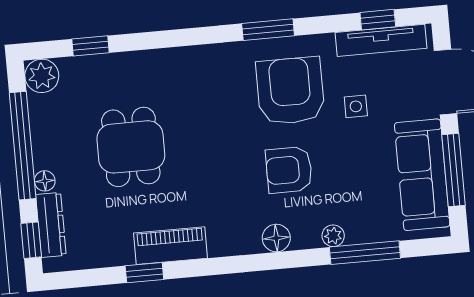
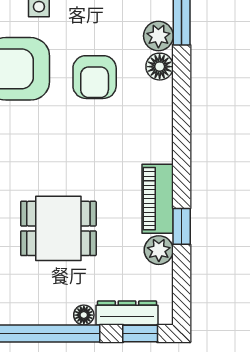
plant: (333, 236) -> (158, 36), width x1.38, depth x1.38
floor lamp: (276, 238) -> (160, 67), moved
plant: (118, 252) -> (159, 250), added

